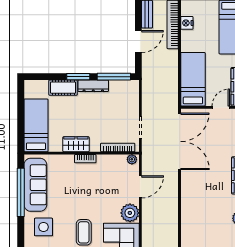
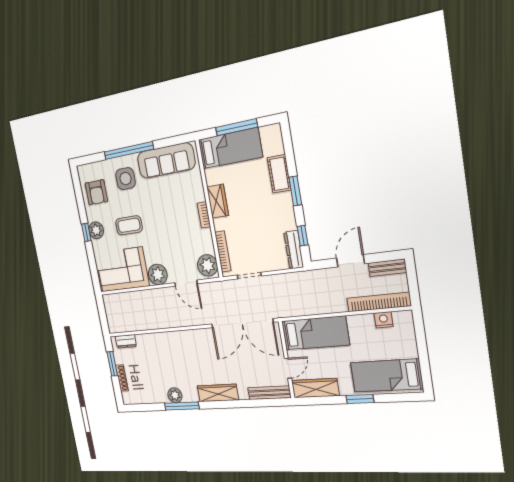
door: (138, 41) -> (351, 261), swing flipped
window: (114, 77) -> (303, 236), width x0.46
dresser: (93, 86) -> (294, 250), moved
door: (221, 107) -> (288, 368), hinge flipped
window: (21, 117) -> (237, 127), added
plant: (132, 159) -> (208, 265), width x1.87, depth x1.87
window: (21, 192) -> (129, 151), moved

